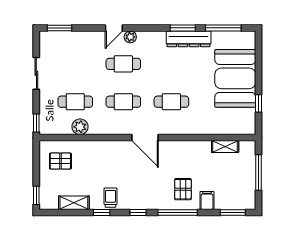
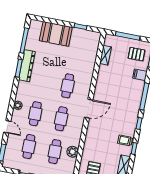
door: (114, 28) -> (7, 127), moved
cafe table: (75, 64) -> (29, 147), added
booth: (235, 78) -> (56, 34), width x0.73, depth x0.70
pallet: (183, 189) -> (136, 54), moved

